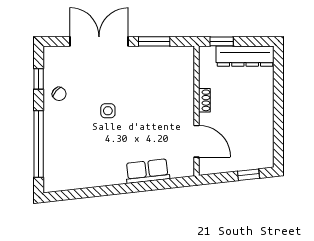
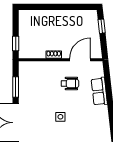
dresser: (245, 56) -> (25, 28), removed
wheelchair: (160, 126) -> (70, 83), added

